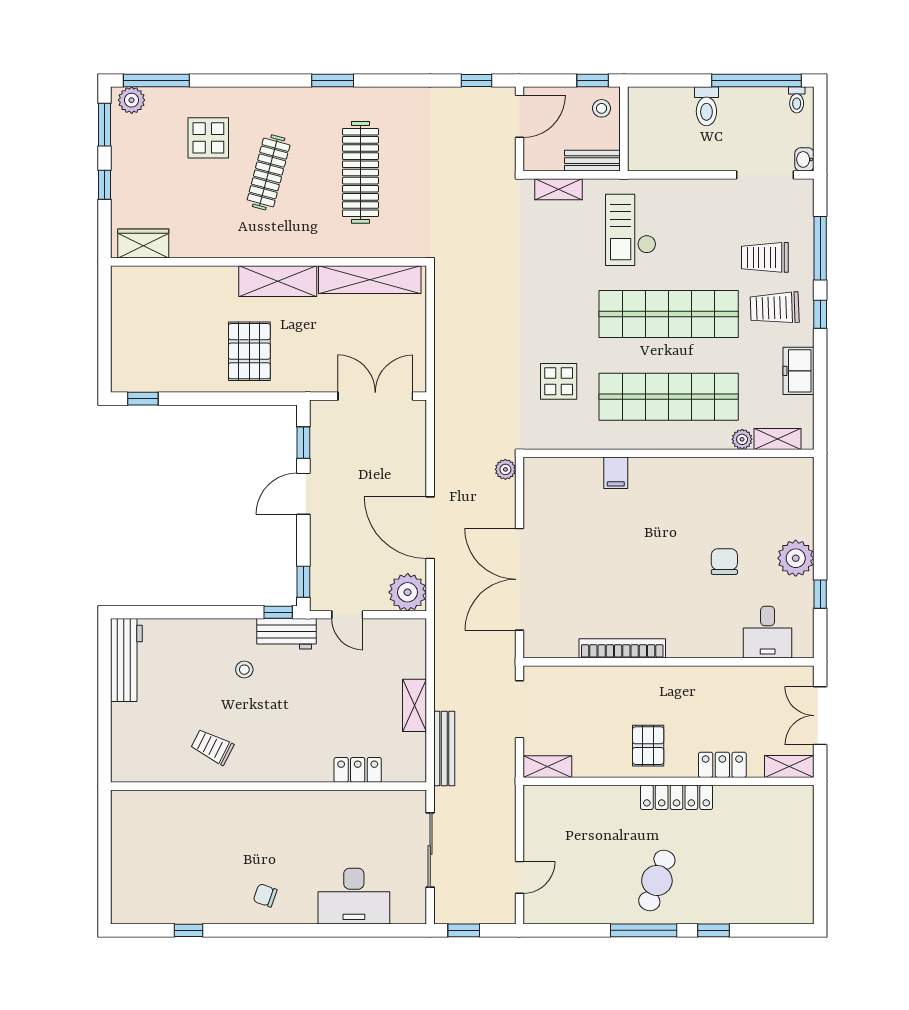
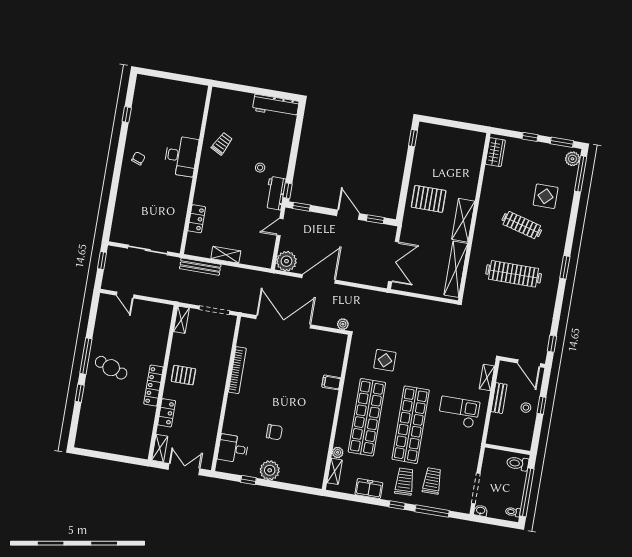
wall: (624, 129) -> (508, 449), moved
desk: (354, 896) -> (181, 156), moved, turned 180

